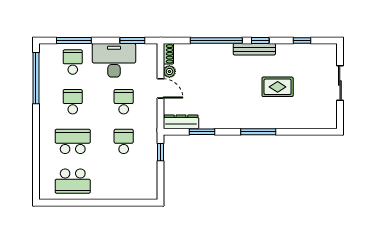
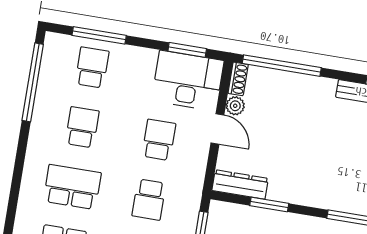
window: (216, 41) -> (282, 66), moved
desk: (114, 60) -> (188, 81), moved
school desk: (124, 141) -> (149, 200), turned 180

